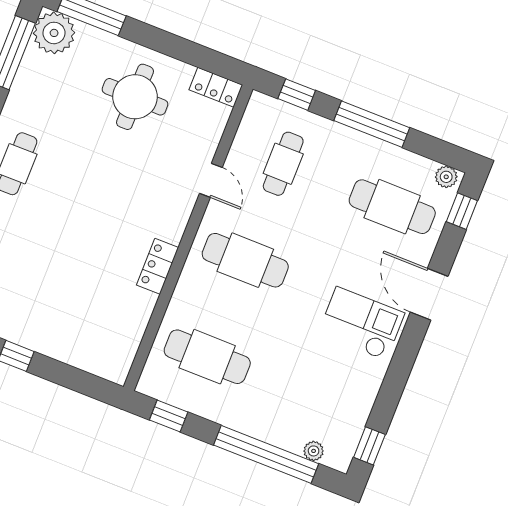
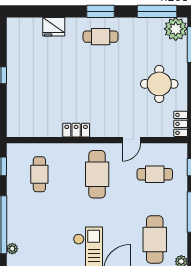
cafe table: (207, 357) -> (39, 174), width x0.73, depth x0.74

